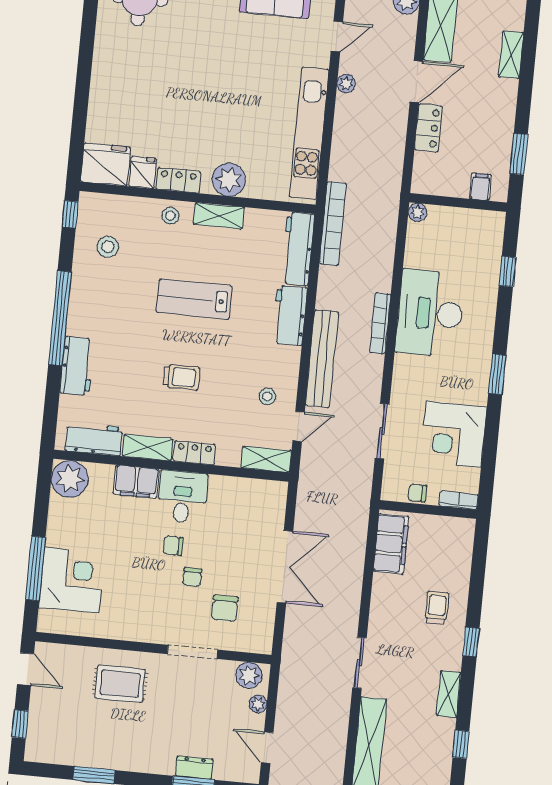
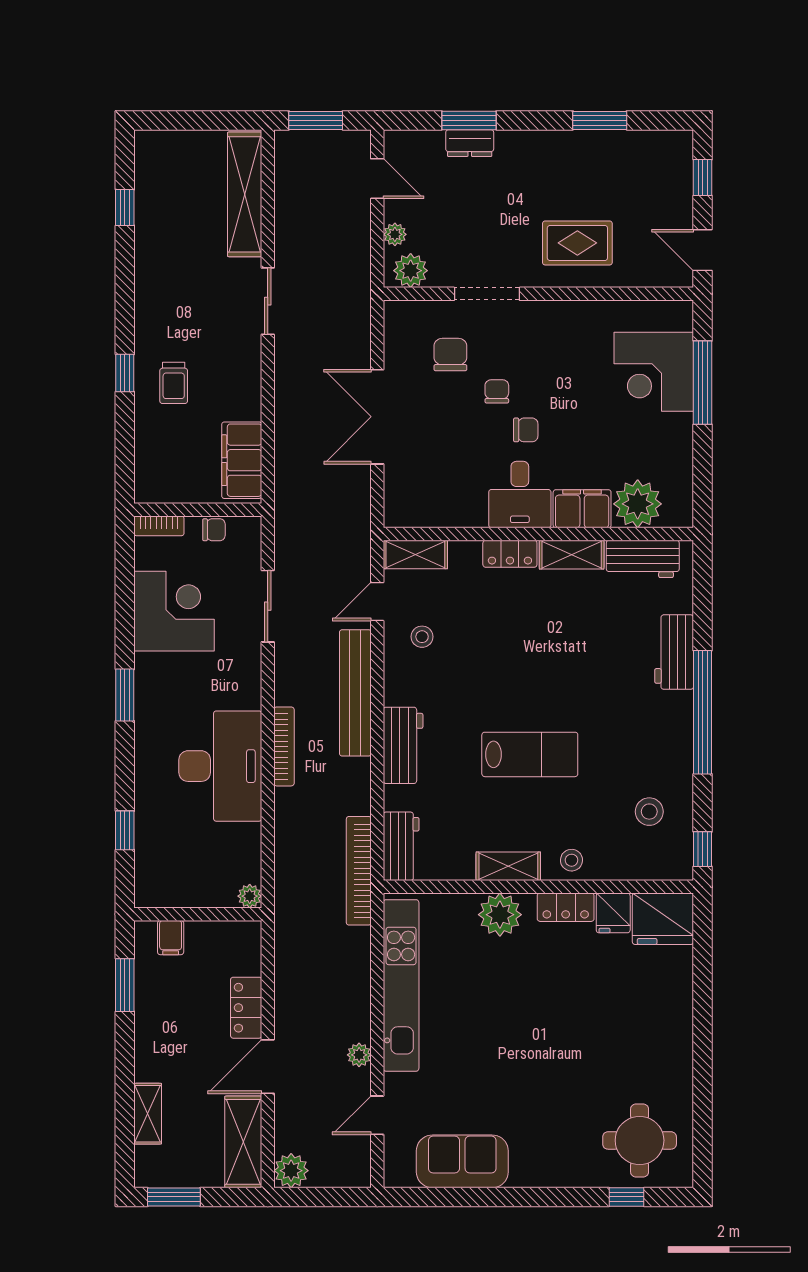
workbench: (298, 249) -> (401, 846), width x0.73
trolley: (181, 377) -> (537, 651), removed
plant: (70, 479) -> (638, 504), moved
window: (471, 642) -> (125, 373), moved
shelving: (449, 694) -> (147, 272), removed

